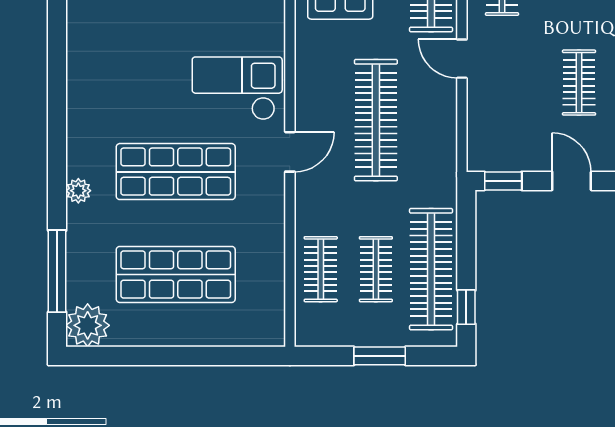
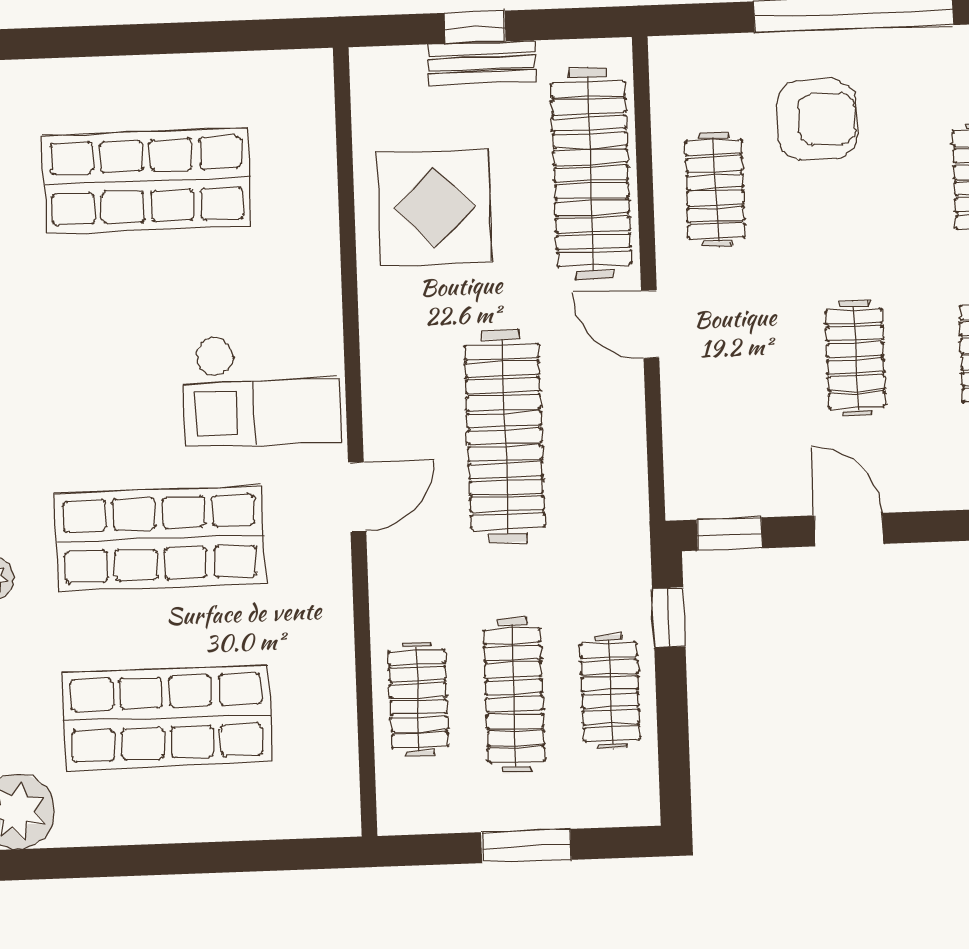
checkout: (237, 88) -> (261, 390), turned 180
clothes rail: (376, 269) -> (514, 695), width x1.36
clothes rail: (431, 269) -> (610, 692), width x0.54, depth x0.76
window: (466, 307) -> (669, 617), moved

